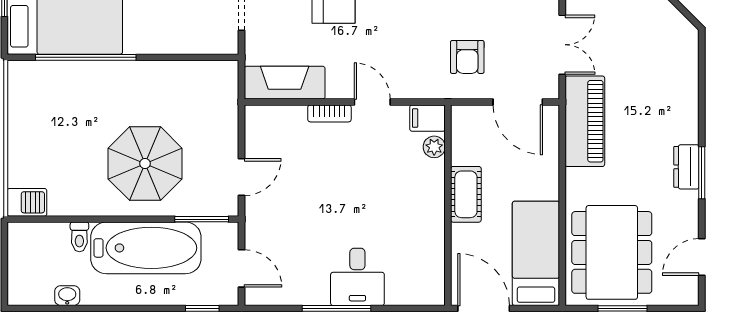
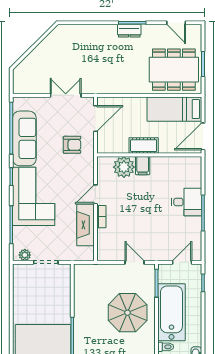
fireplace: (285, 83) -> (85, 225), moved
filing cabinet: (427, 118) -> (143, 166), moved
piano: (585, 121) -> (105, 84), removed
plant: (434, 147) -> (124, 167), width x1.88, depth x1.88

